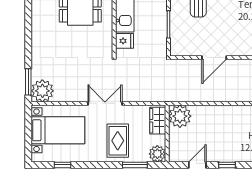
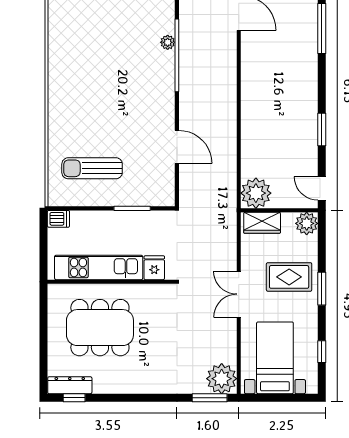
window: (135, 165) -> (322, 289), moved
door: (197, 165) -> (322, 188), moved
window: (227, 165) -> (322, 130), width x1.50

